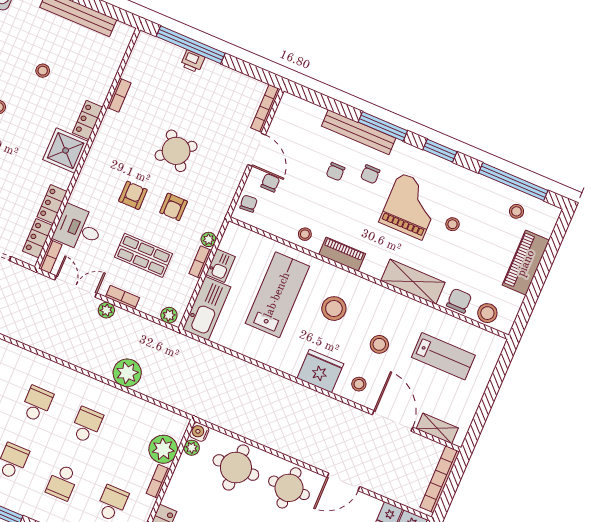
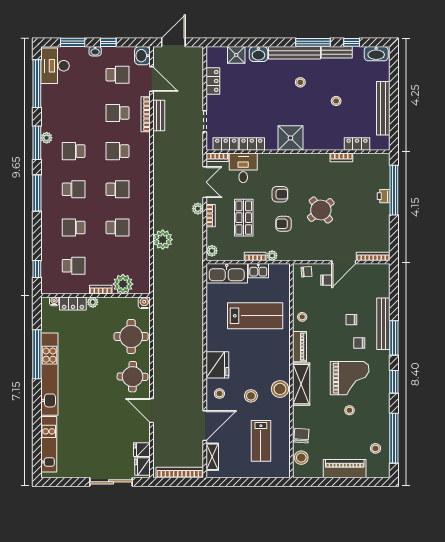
locker: (88, 120) -> (357, 144), moved
shelving: (413, 282) -> (301, 384), moved
chair: (459, 301) -> (301, 436), turned -86
stool: (334, 309) -> (280, 389), moved
plant: (192, 448) -> (93, 302), moved

